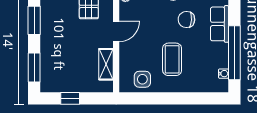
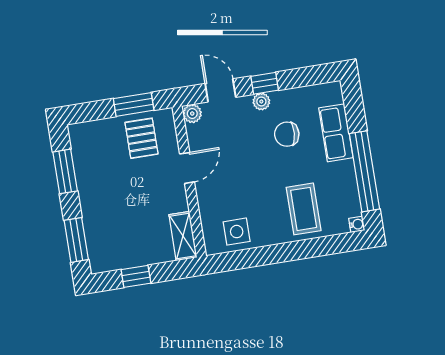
coffee table: (172, 59) -> (304, 209), moved
shelving: (106, 64) -> (183, 236), moved
water cooler: (224, 74) -> (357, 224), moved

